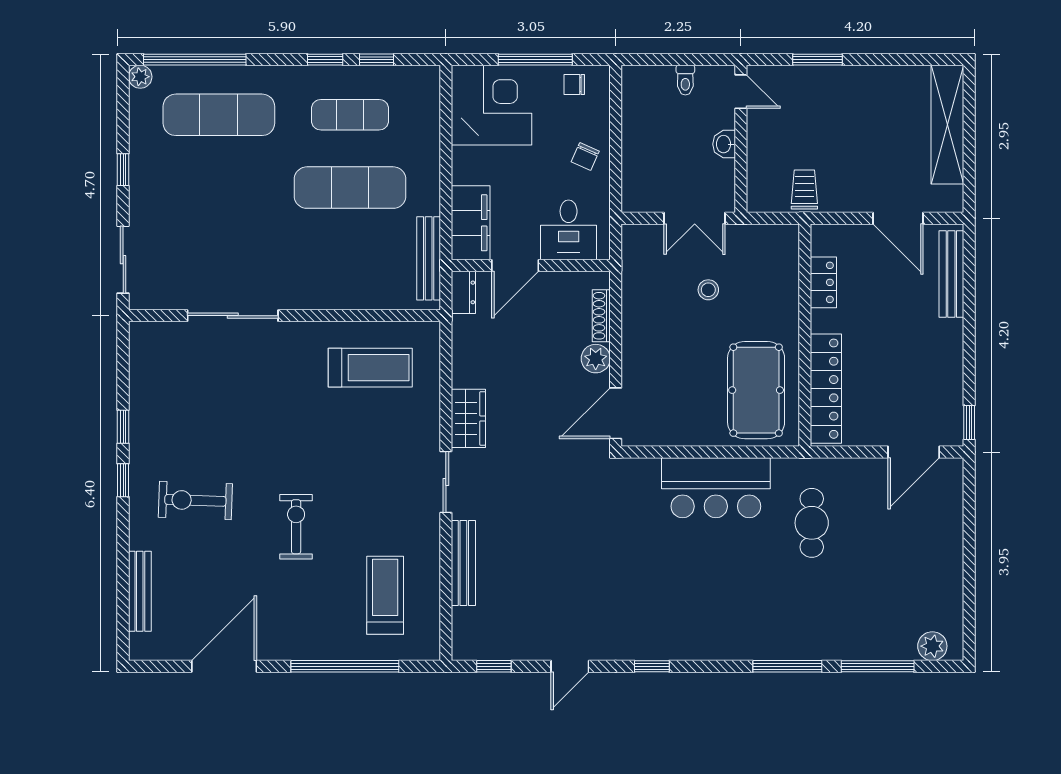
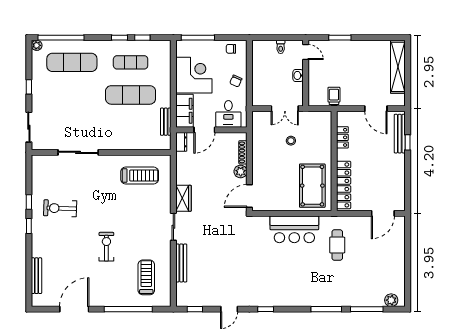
window: (535, 60) -> (198, 38), moved
corner desk: (491, 105) -> (194, 75), moved
bench: (429, 258) -> (166, 122), width x0.73
window: (969, 422) -> (408, 142), moved
exercise bike: (195, 500) -> (60, 208), moved

